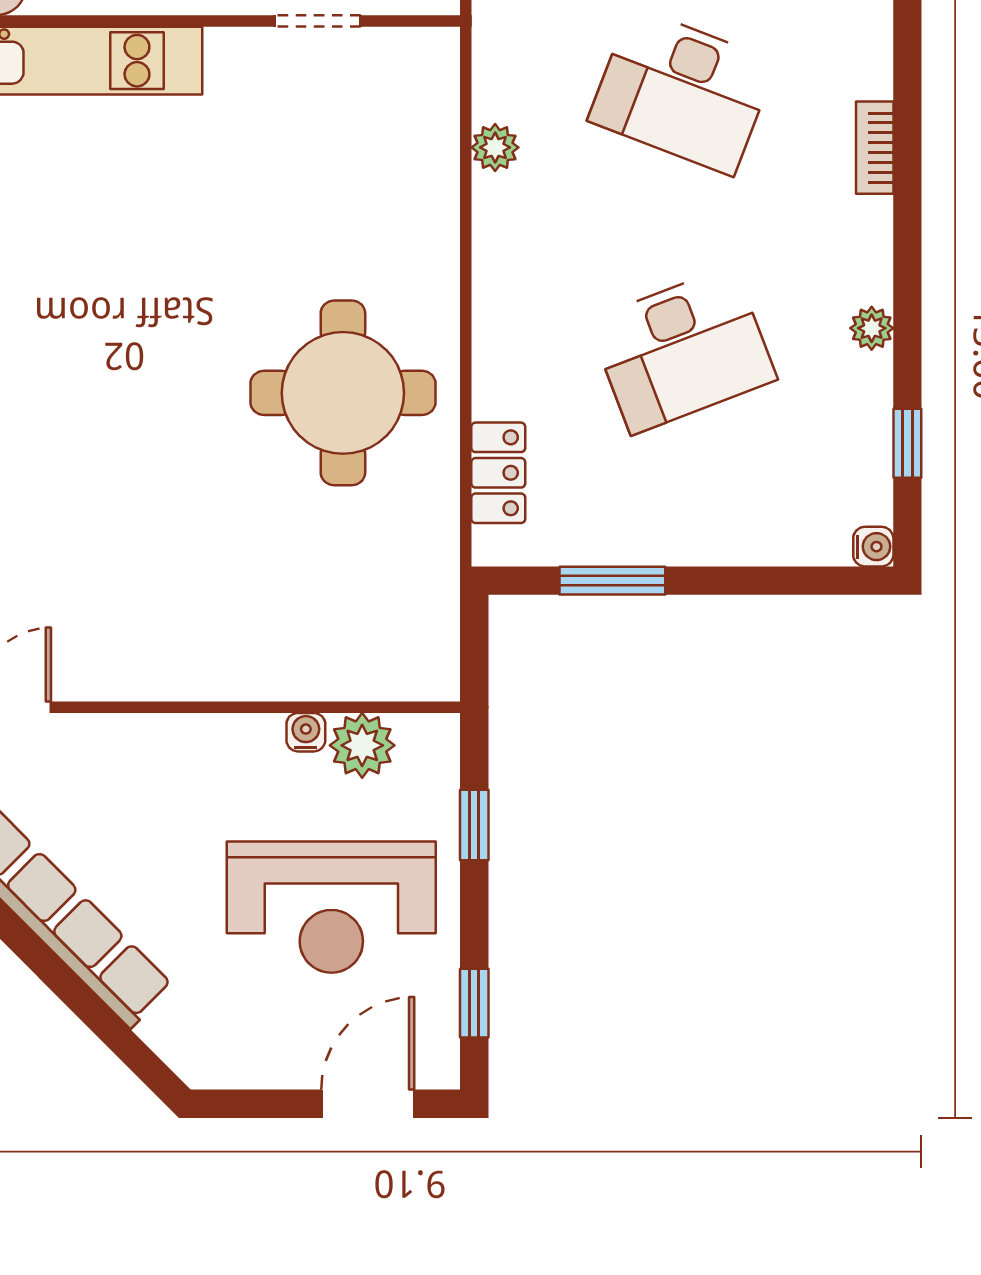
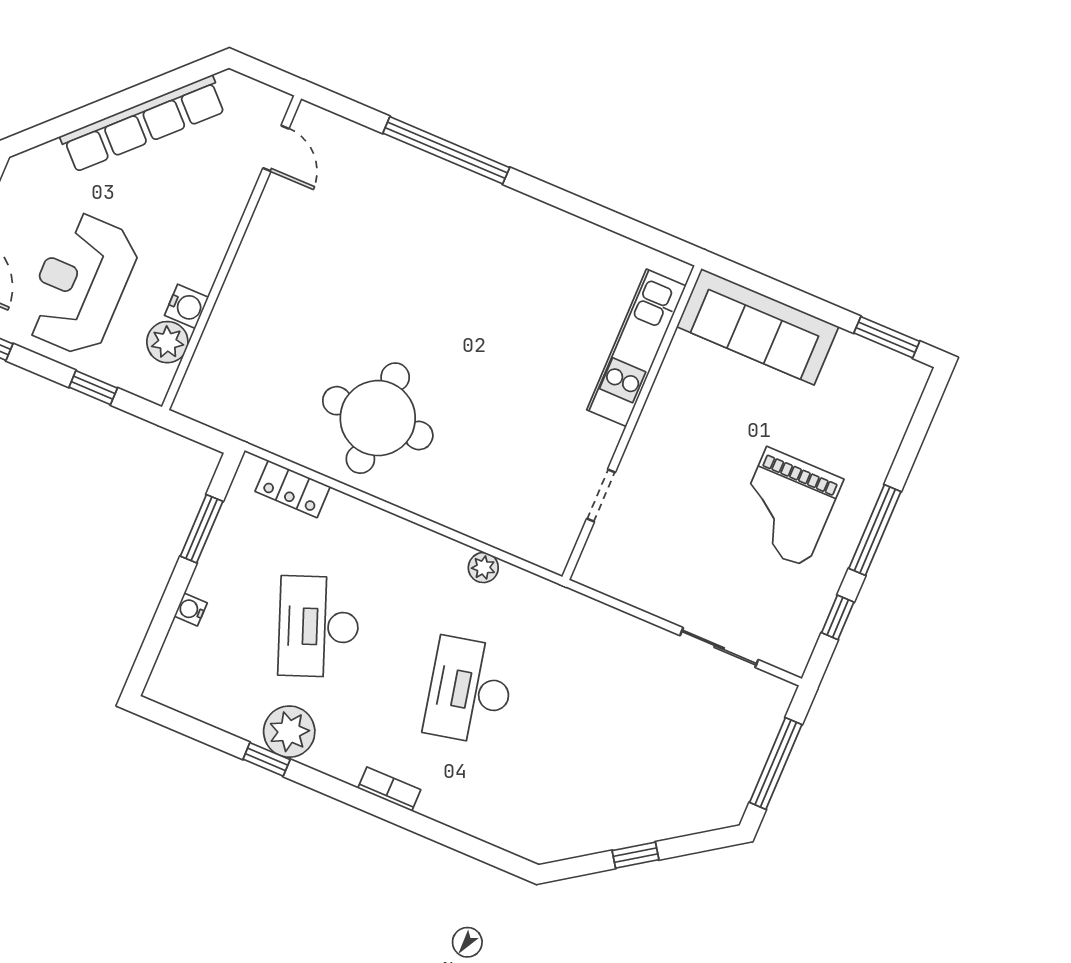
desk: (682, 91) -> (470, 691), turned -33
plant: (872, 328) -> (289, 732), width x1.88, depth x1.88
window: (907, 443) -> (267, 759), moved
water cooler: (873, 547) -> (191, 610), moved, turned 90
water cooler: (306, 732) -> (187, 306), width x1.38, depth x1.38

